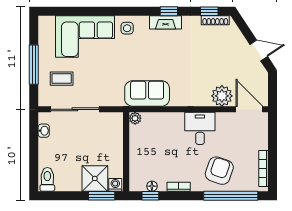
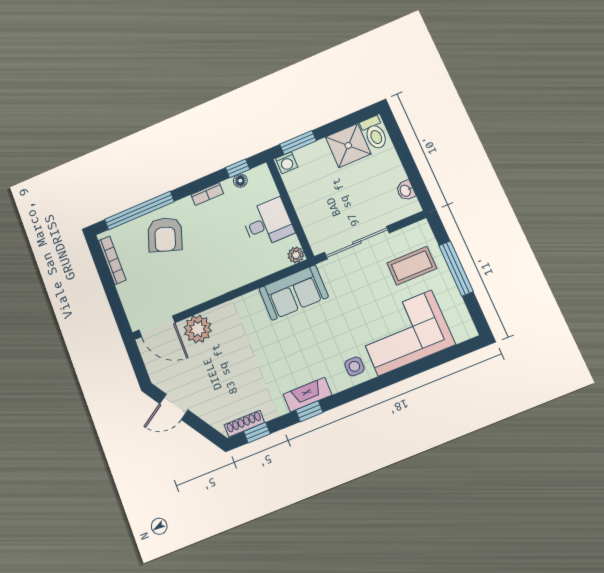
coffee table: (62, 79) -> (412, 266), width x1.36, depth x1.30
sliding door: (75, 109) -> (357, 243), moved
desk: (200, 128) -> (268, 223), moved, turned -90
shower: (95, 178) -> (348, 145), moved

